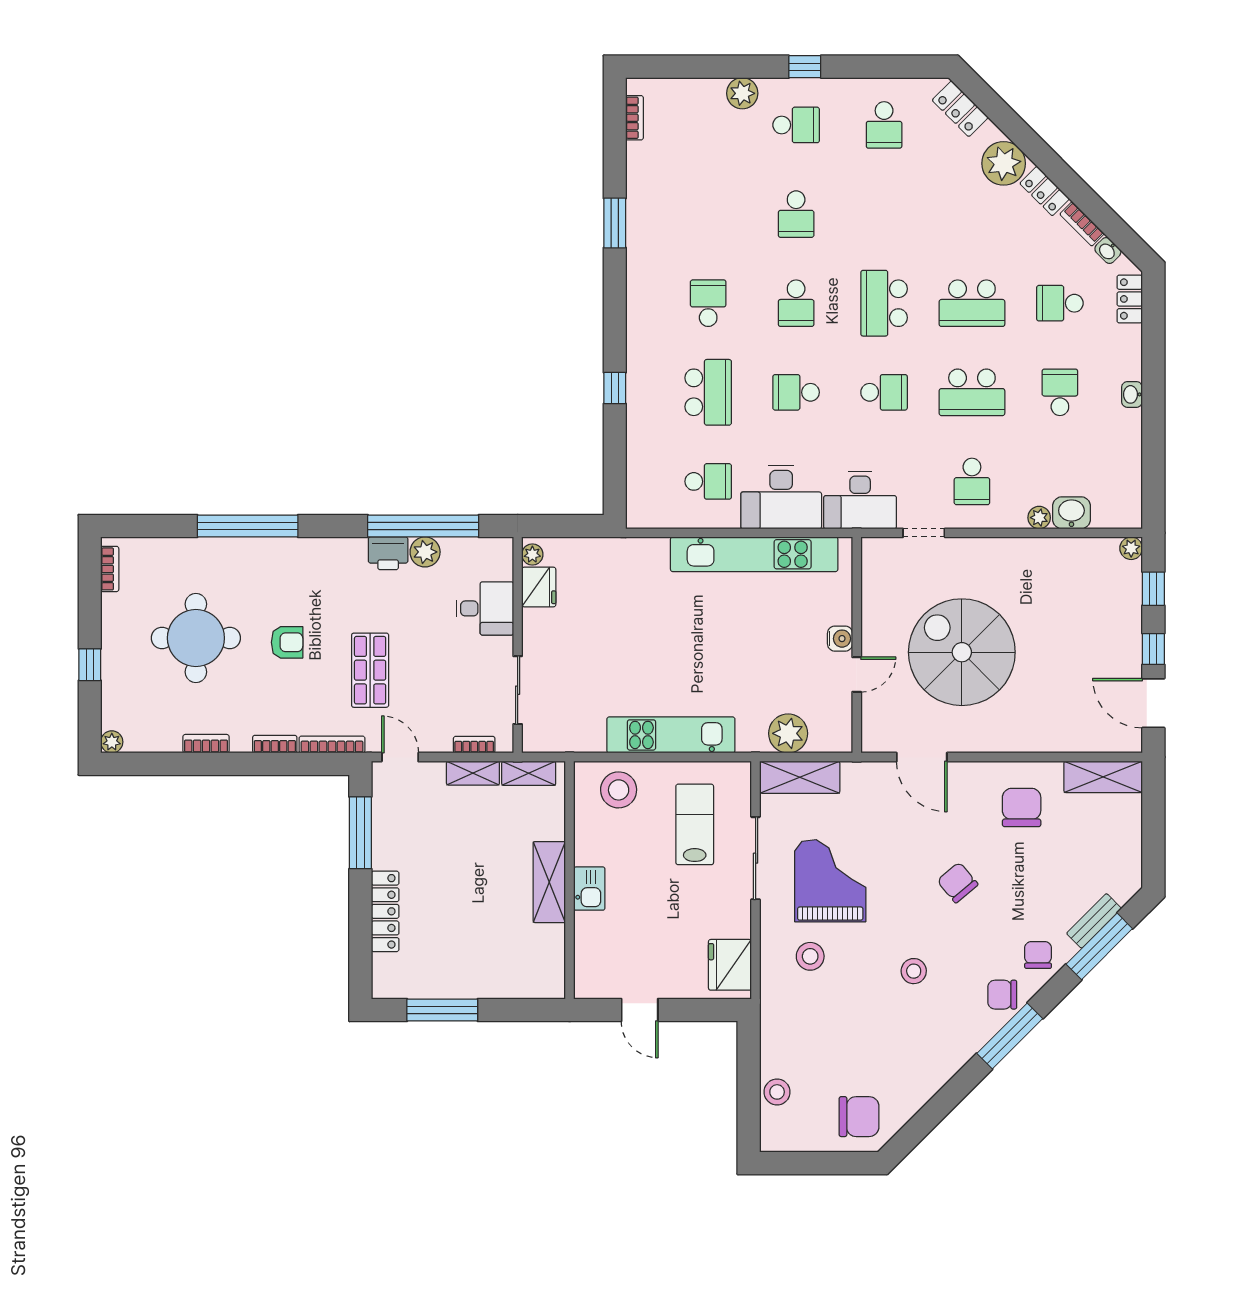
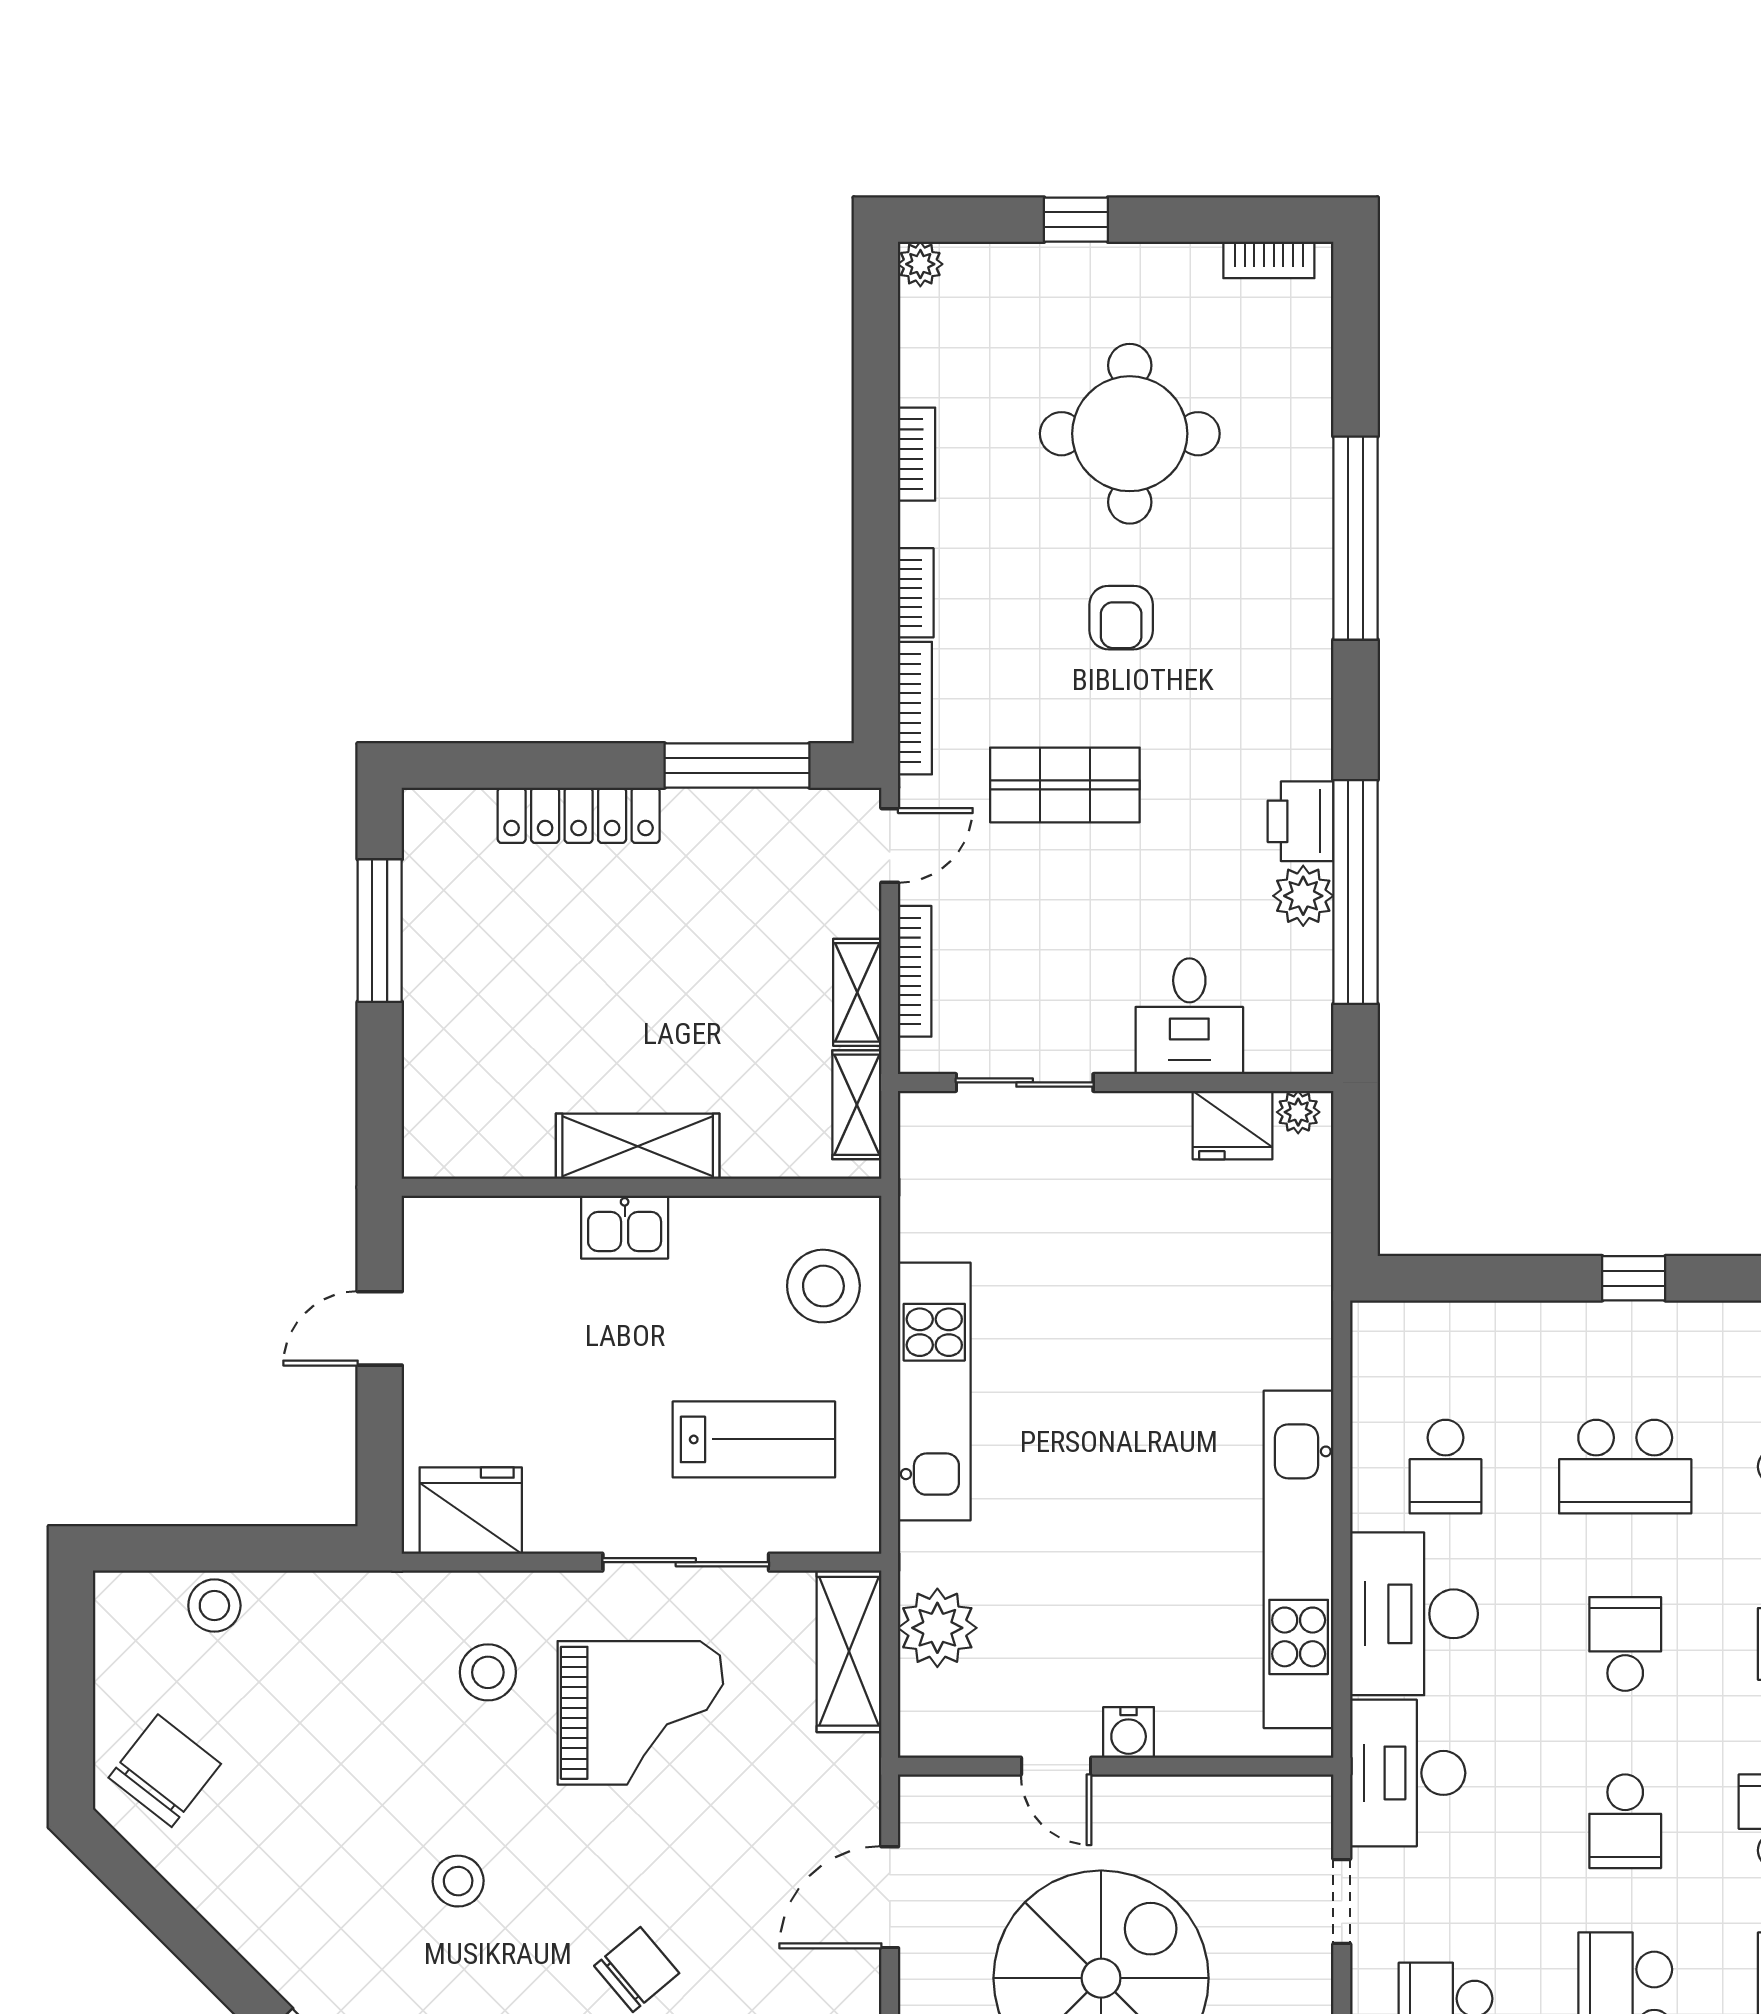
bookcase: (474, 745) -> (915, 971), width x1.56
chair: (859, 1117) -> (165, 1771), turned -142

